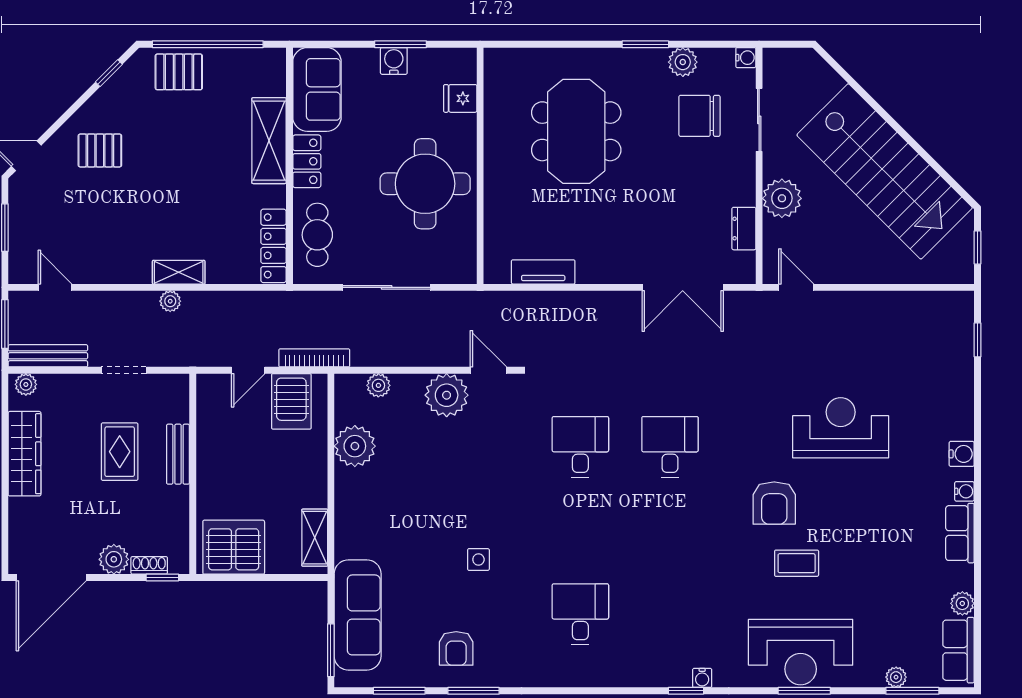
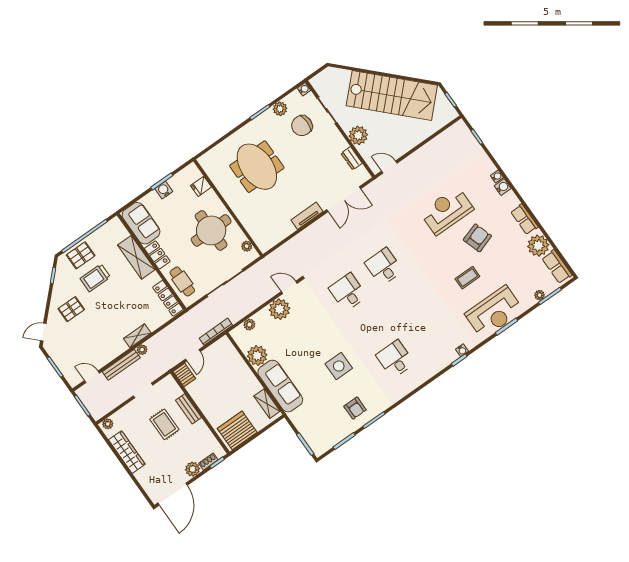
trolley: (176, 126) -> (95, 278), added
plant: (466, 252) -> (247, 246), added
tv unit: (543, 272) -> (307, 216), moved
bench: (48, 356) -> (121, 365), moved
server rack: (291, 401) -> (184, 375), moved, width x0.73, depth x0.70
water cooler: (964, 491) -> (497, 176), moved
armchair: (774, 503) -> (477, 238), moved, turned -108
side table: (478, 560) -> (339, 366), width x1.87, depth x1.87
plant: (962, 603) -> (538, 246), width x1.88, depth x1.88
sofa: (358, 615) -> (280, 386), moved

